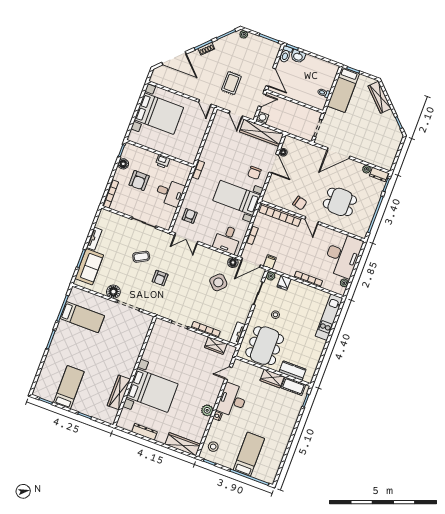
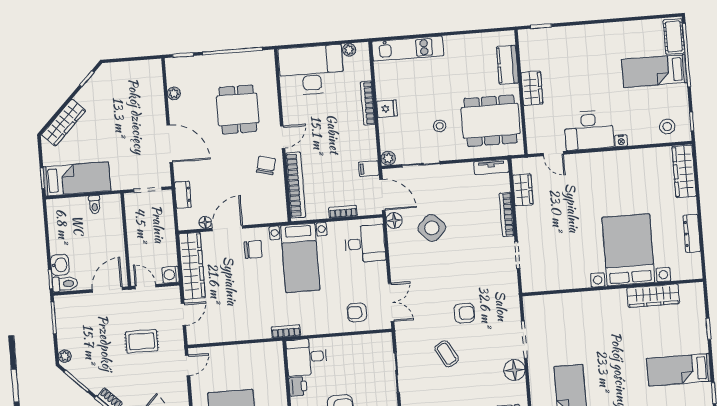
dresser: (379, 174) -> (183, 195), moved
desk: (170, 193) -> (307, 357), moved, turned -90
fridge: (284, 283) -> (387, 109), moved
cot: (293, 386) -> (674, 37), moved
plant: (207, 410) -> (620, 159), removed

